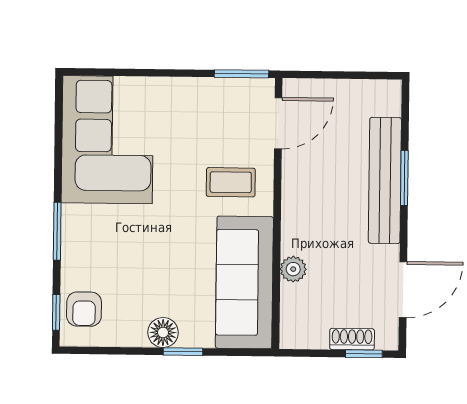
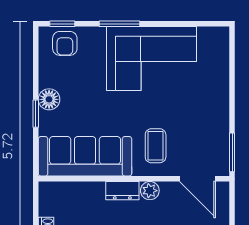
corner sofa: (107, 140) -> (152, 58), moved
dresser: (294, 230) -> (122, 191), added
plant: (293, 269) -> (150, 191), moved
armchair: (84, 309) -> (65, 43), turned -90

